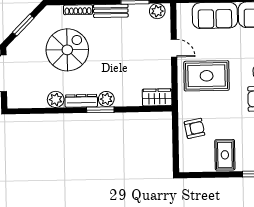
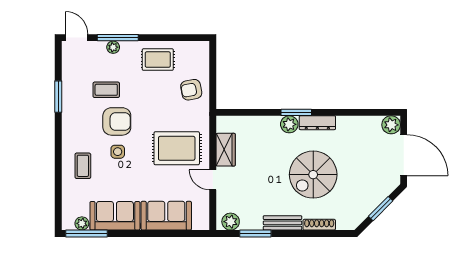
spiral stairs: (67, 50) -> (313, 175), moved
wardrobe: (157, 97) -> (226, 150), moved, turned -90
plant: (56, 99) -> (391, 125), moved
rug: (225, 155) -> (158, 60), turned 90

